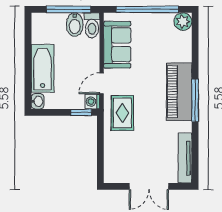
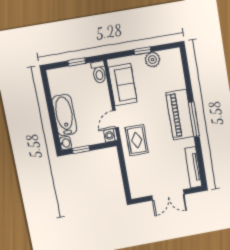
window: (69, 9) -> (77, 62), width x0.46
window: (147, 9) -> (142, 51), width x0.32
plant: (183, 22) -> (152, 60), moved
bidet: (75, 25) -> (84, 74), removed
window: (81, 112) -> (81, 150), moved

